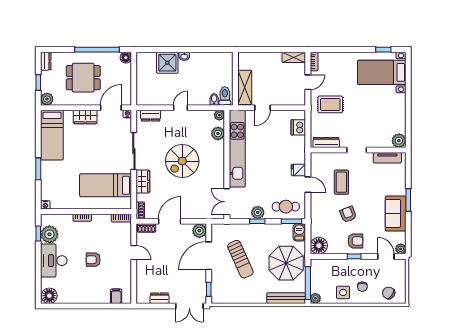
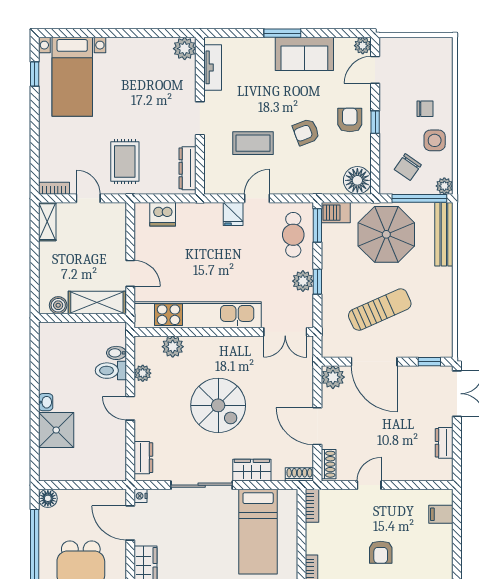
boiler: (243, 64) -> (58, 305), added
toilet: (225, 96) -> (111, 371), moved
plant: (219, 115) -> (143, 373), moved
chair: (389, 293) -> (408, 167), moved

